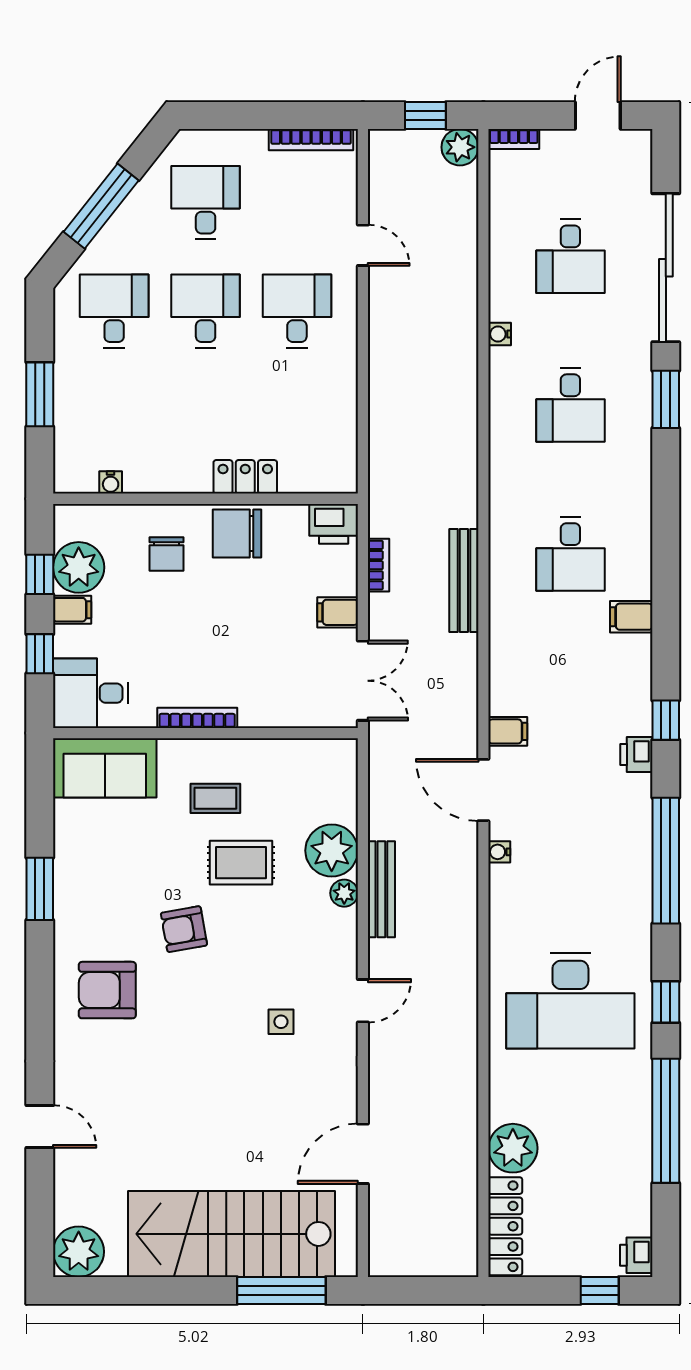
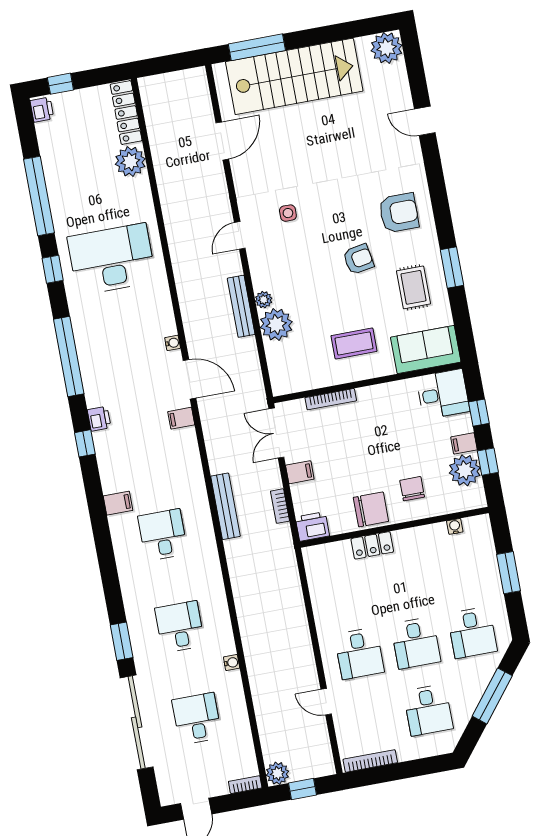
bookcase: (197, 718) -> (331, 399), moved
coffee table: (215, 798) -> (354, 343), width x1.36, depth x1.30
rug: (241, 863) -> (413, 287), moved, turned 90

